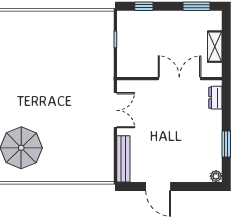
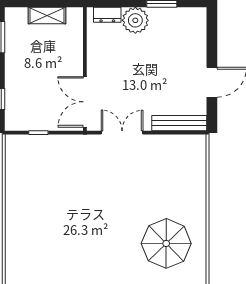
double door: (179, 79) -> (85, 102), moved
plant: (216, 176) -> (135, 20), moved, width x1.87, depth x1.87

